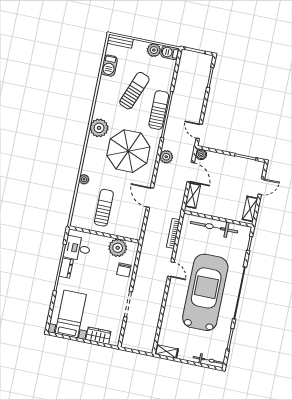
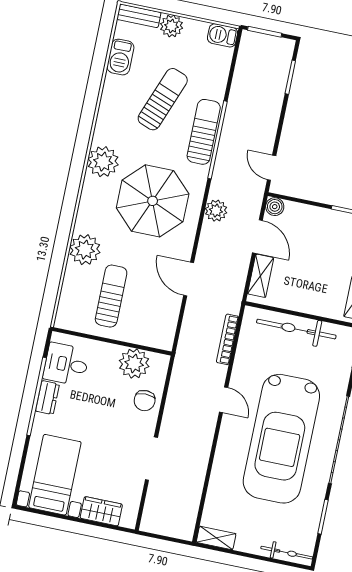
plant: (154, 50) -> (172, 26), moved
plant: (84, 179) -> (85, 250), width x1.88, depth x1.88
car: (205, 292) -> (281, 439), turned 180

